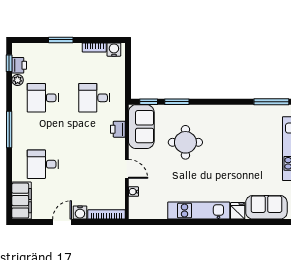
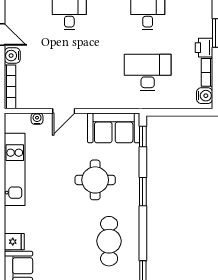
desk: (94, 98) -> (148, 72), width x1.37
window: (177, 102) -> (143, 192), moved
printer: (118, 129) -> (204, 48), moved, turned -90
cafe table: (237, 131) -> (109, 241), added
kitchen unit: (199, 211) -> (15, 169), moved

